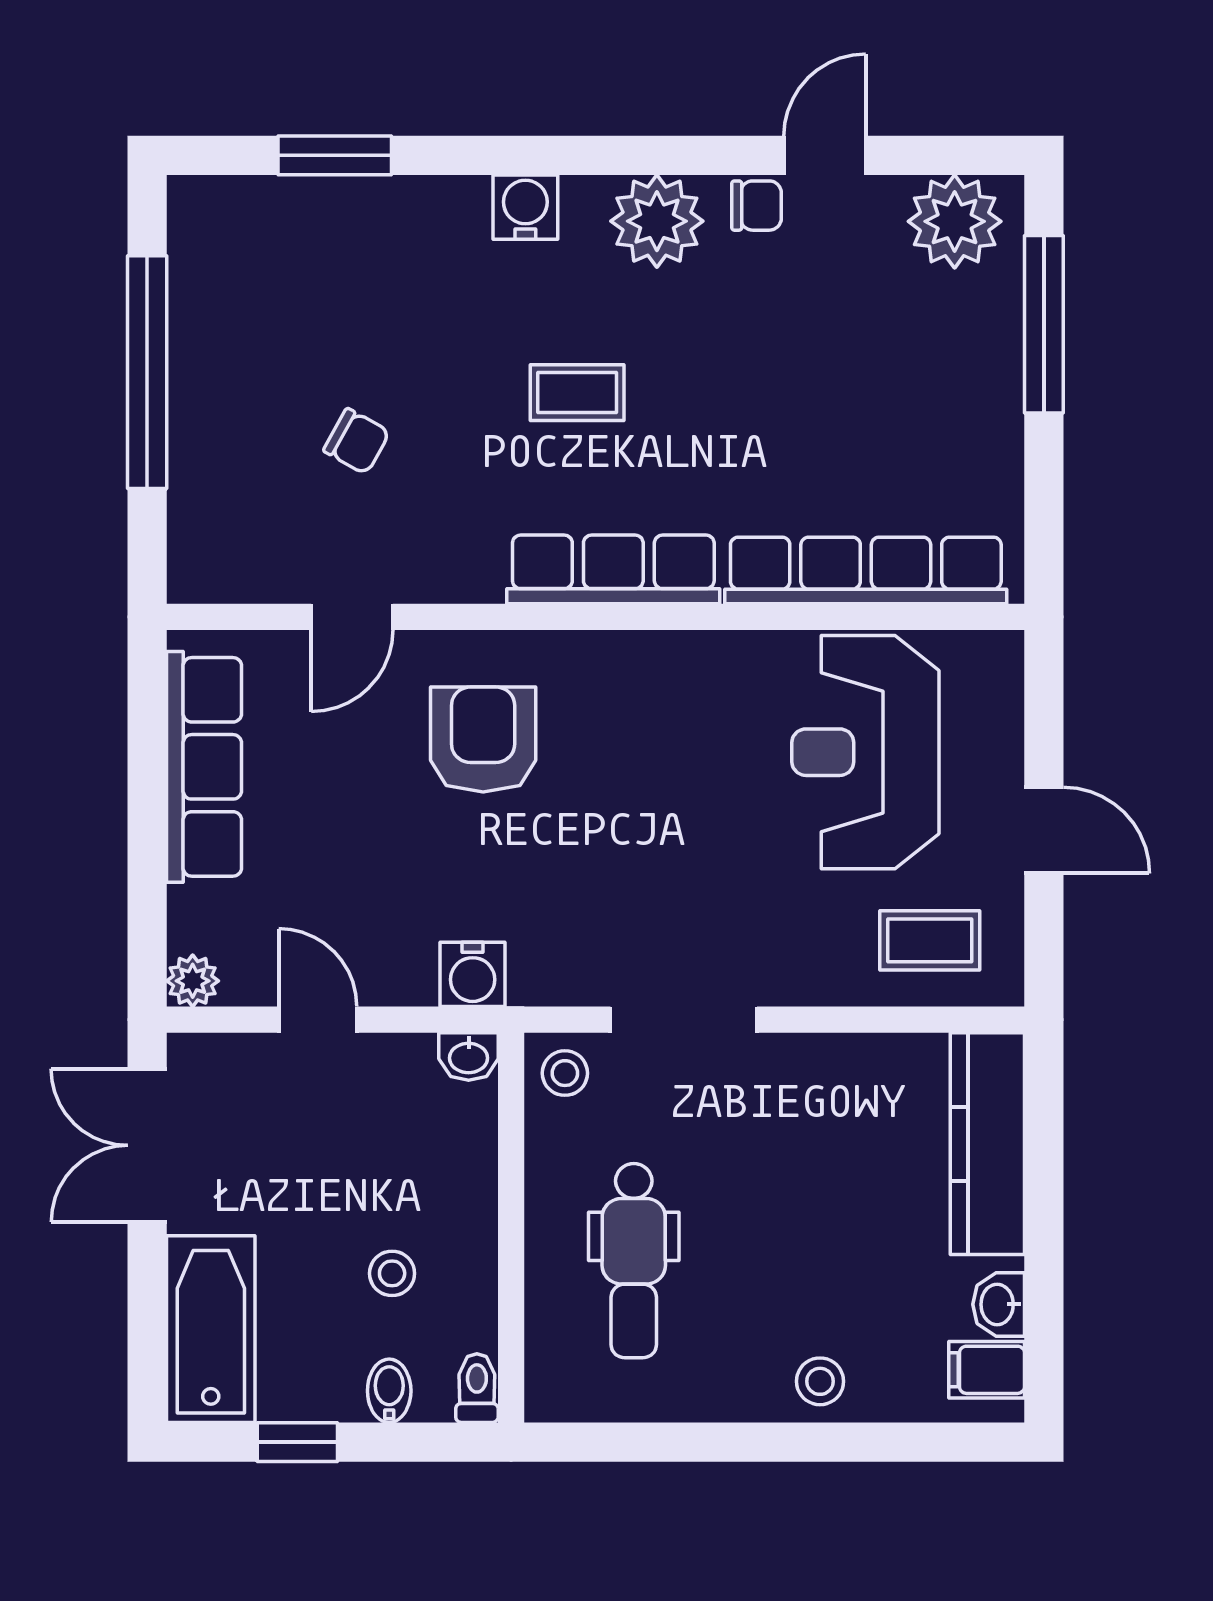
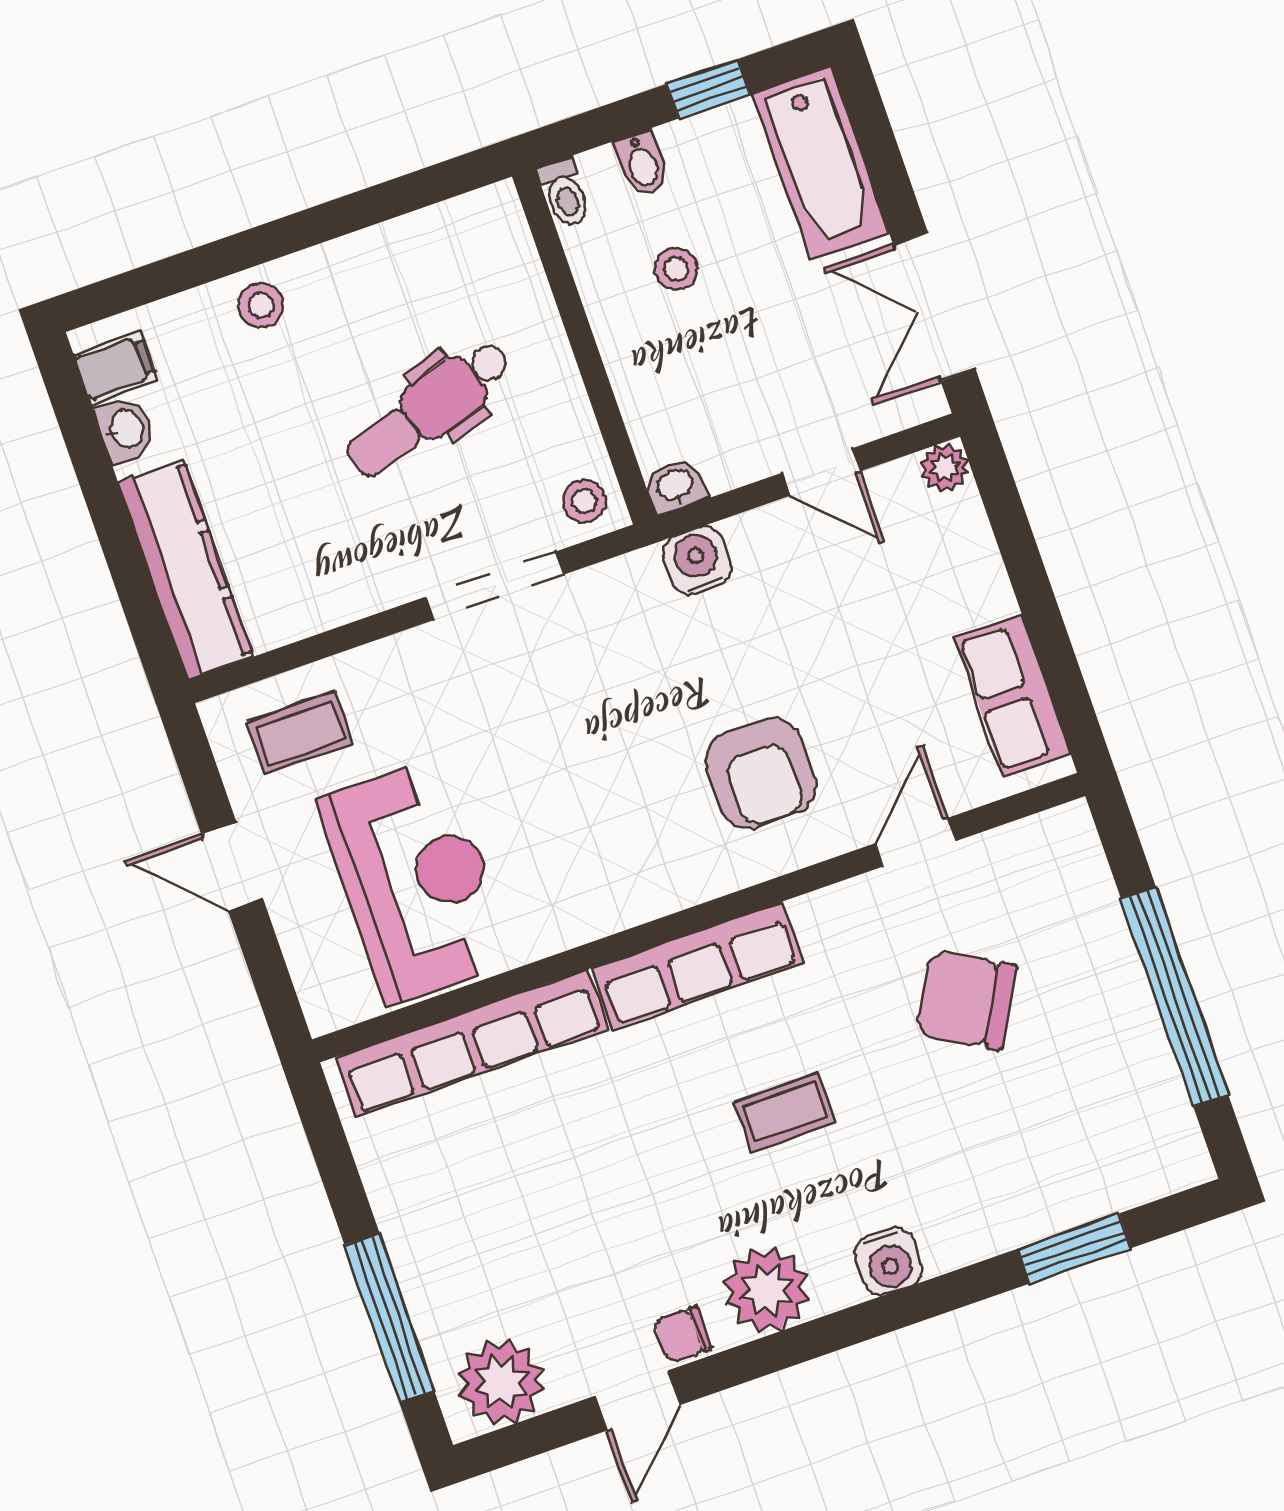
chair: (357, 441) -> (966, 1000), width x1.87, depth x1.87
row of seats: (204, 767) -> (1013, 696), width x0.68
double door: (147, 1145) -> (934, 307), swing flipped
dental chair: (634, 1261) -> (429, 409), moved, turned -108

